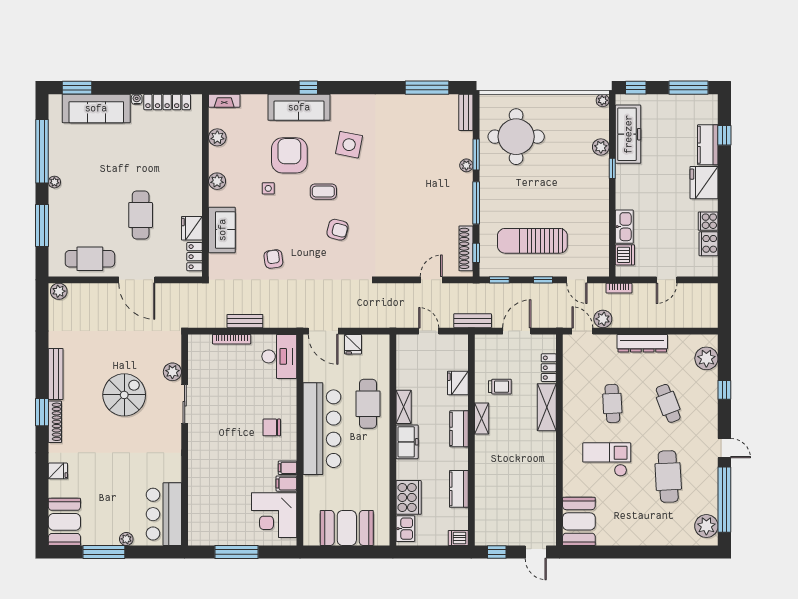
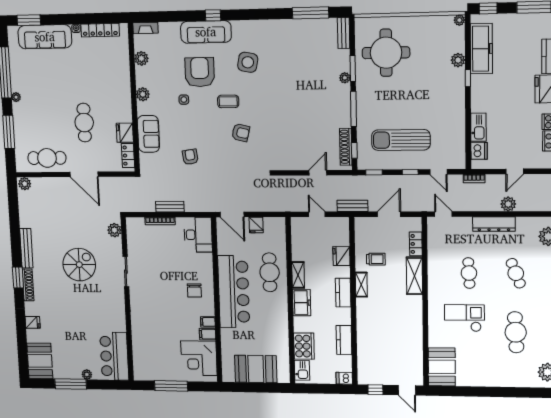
plant: (603, 319) -> (508, 204), moved
plant: (172, 372) -> (114, 230), moved
chair: (272, 427) -> (194, 290), turned -90

